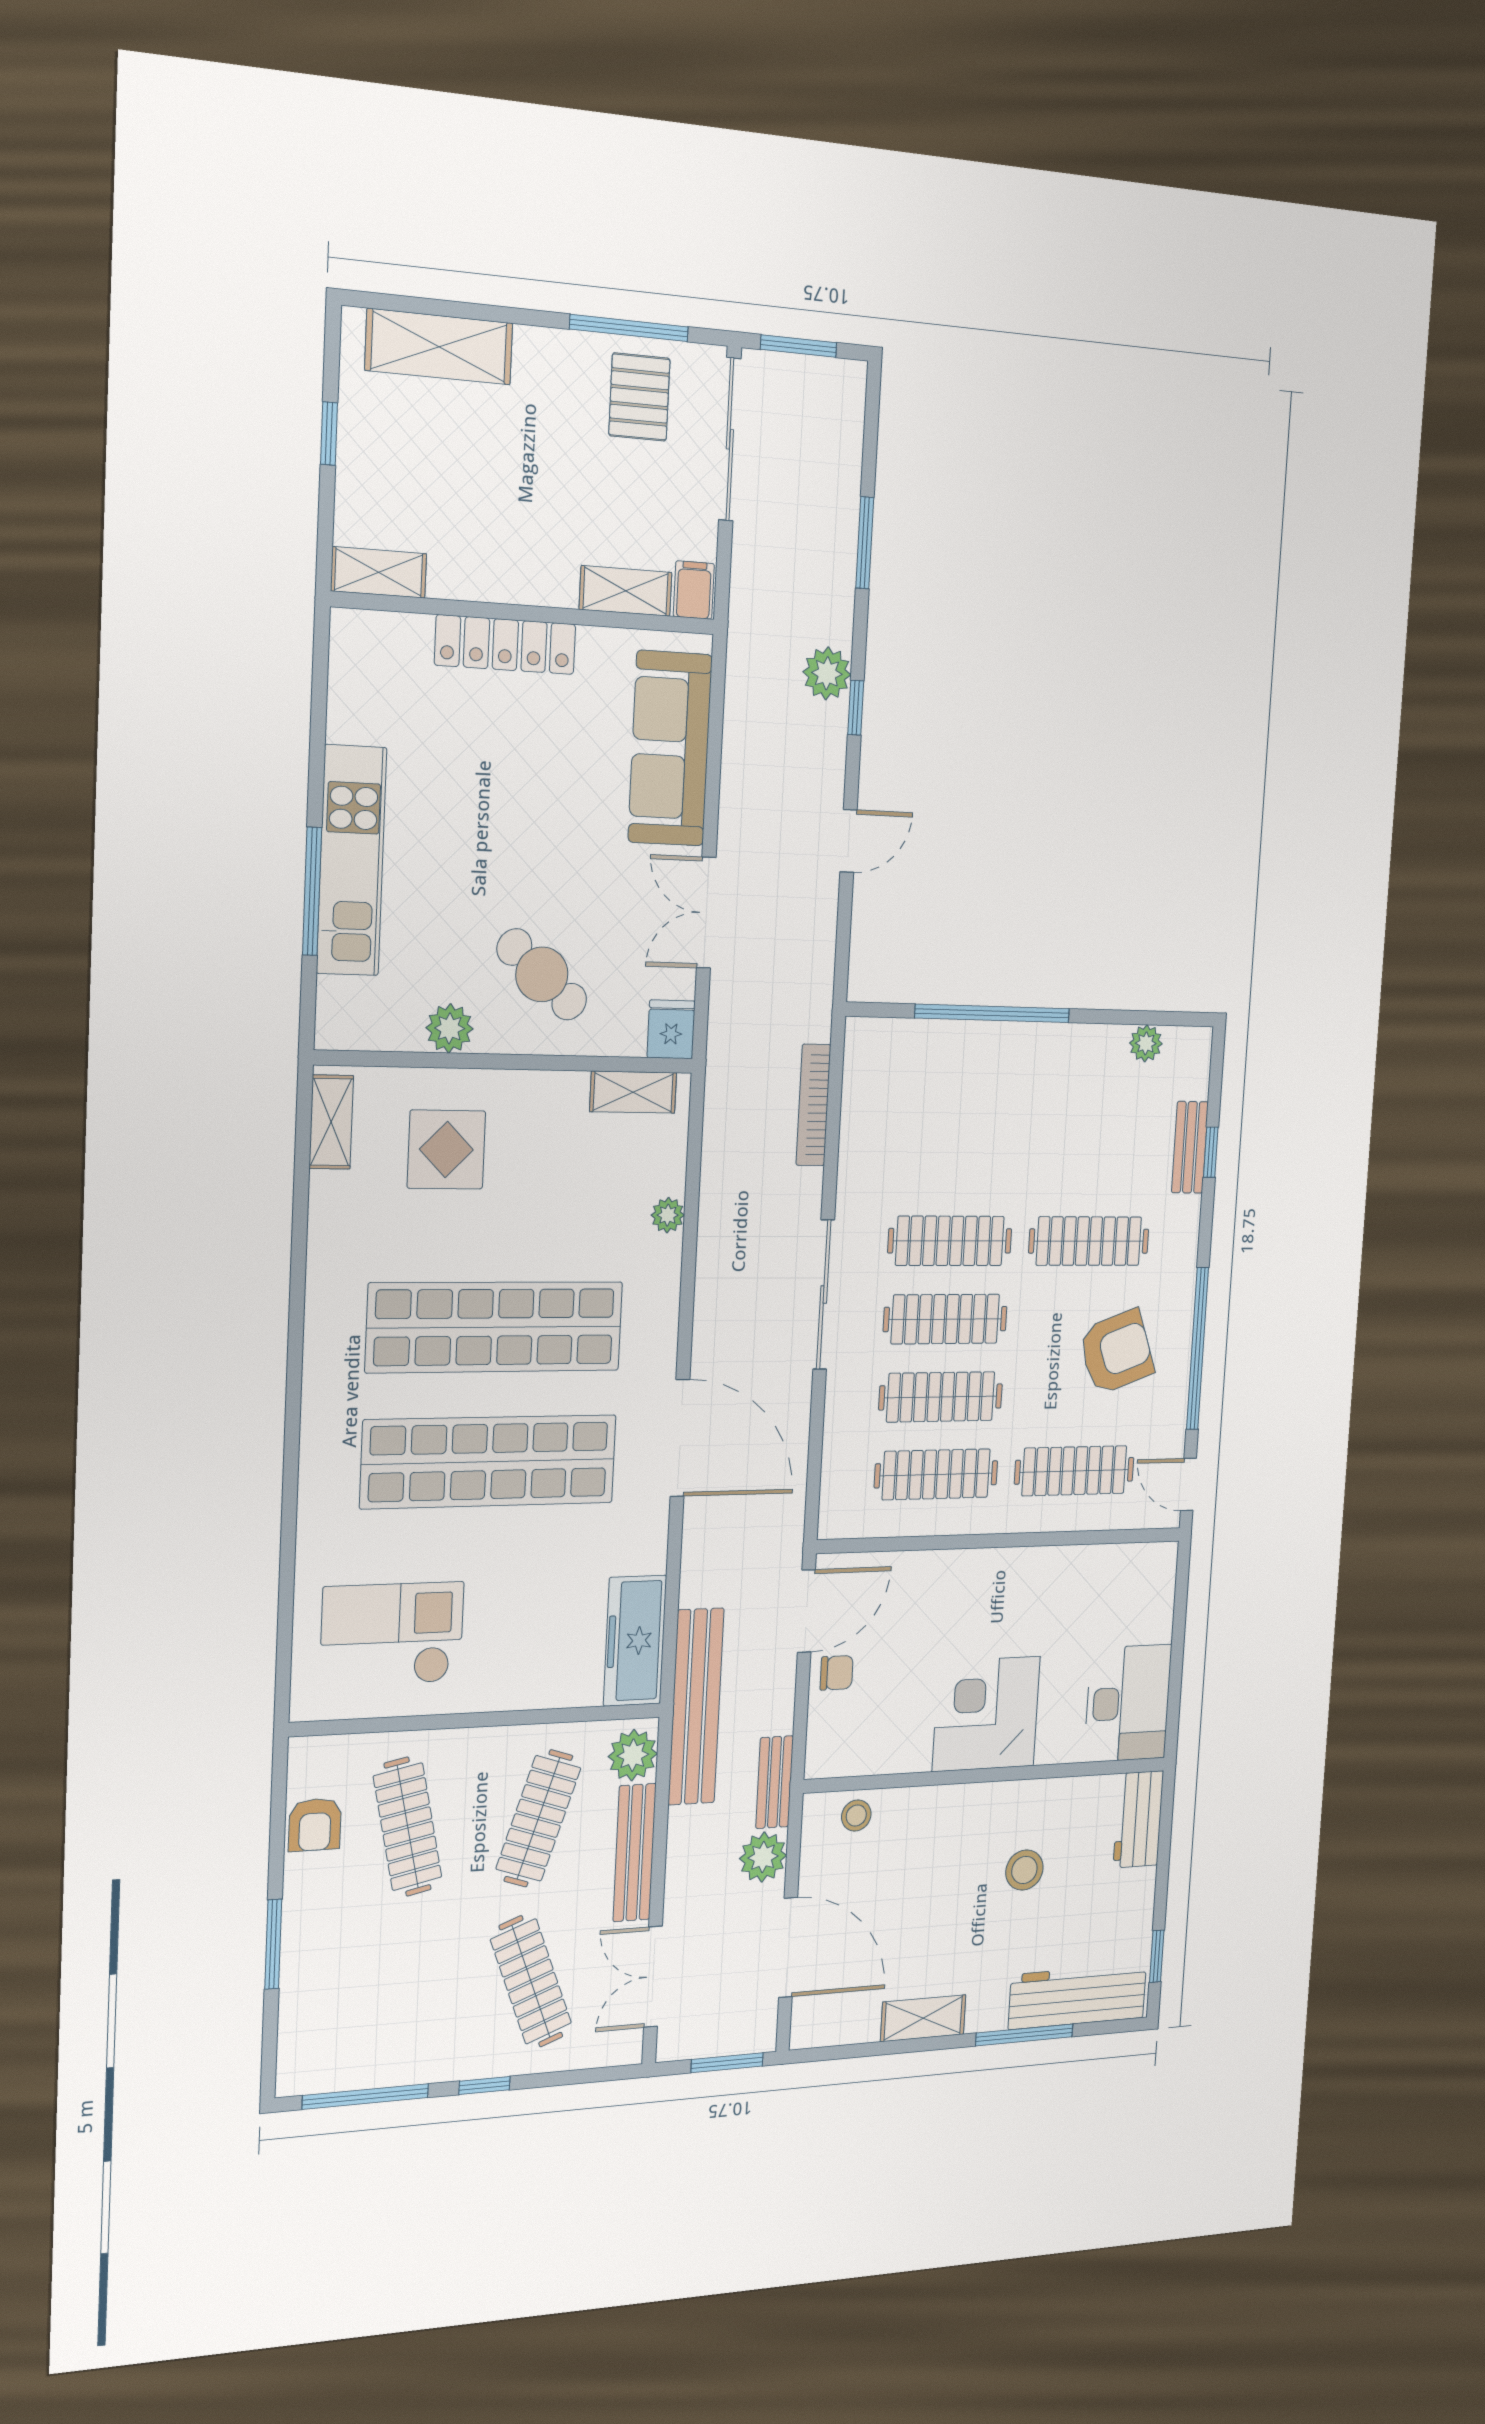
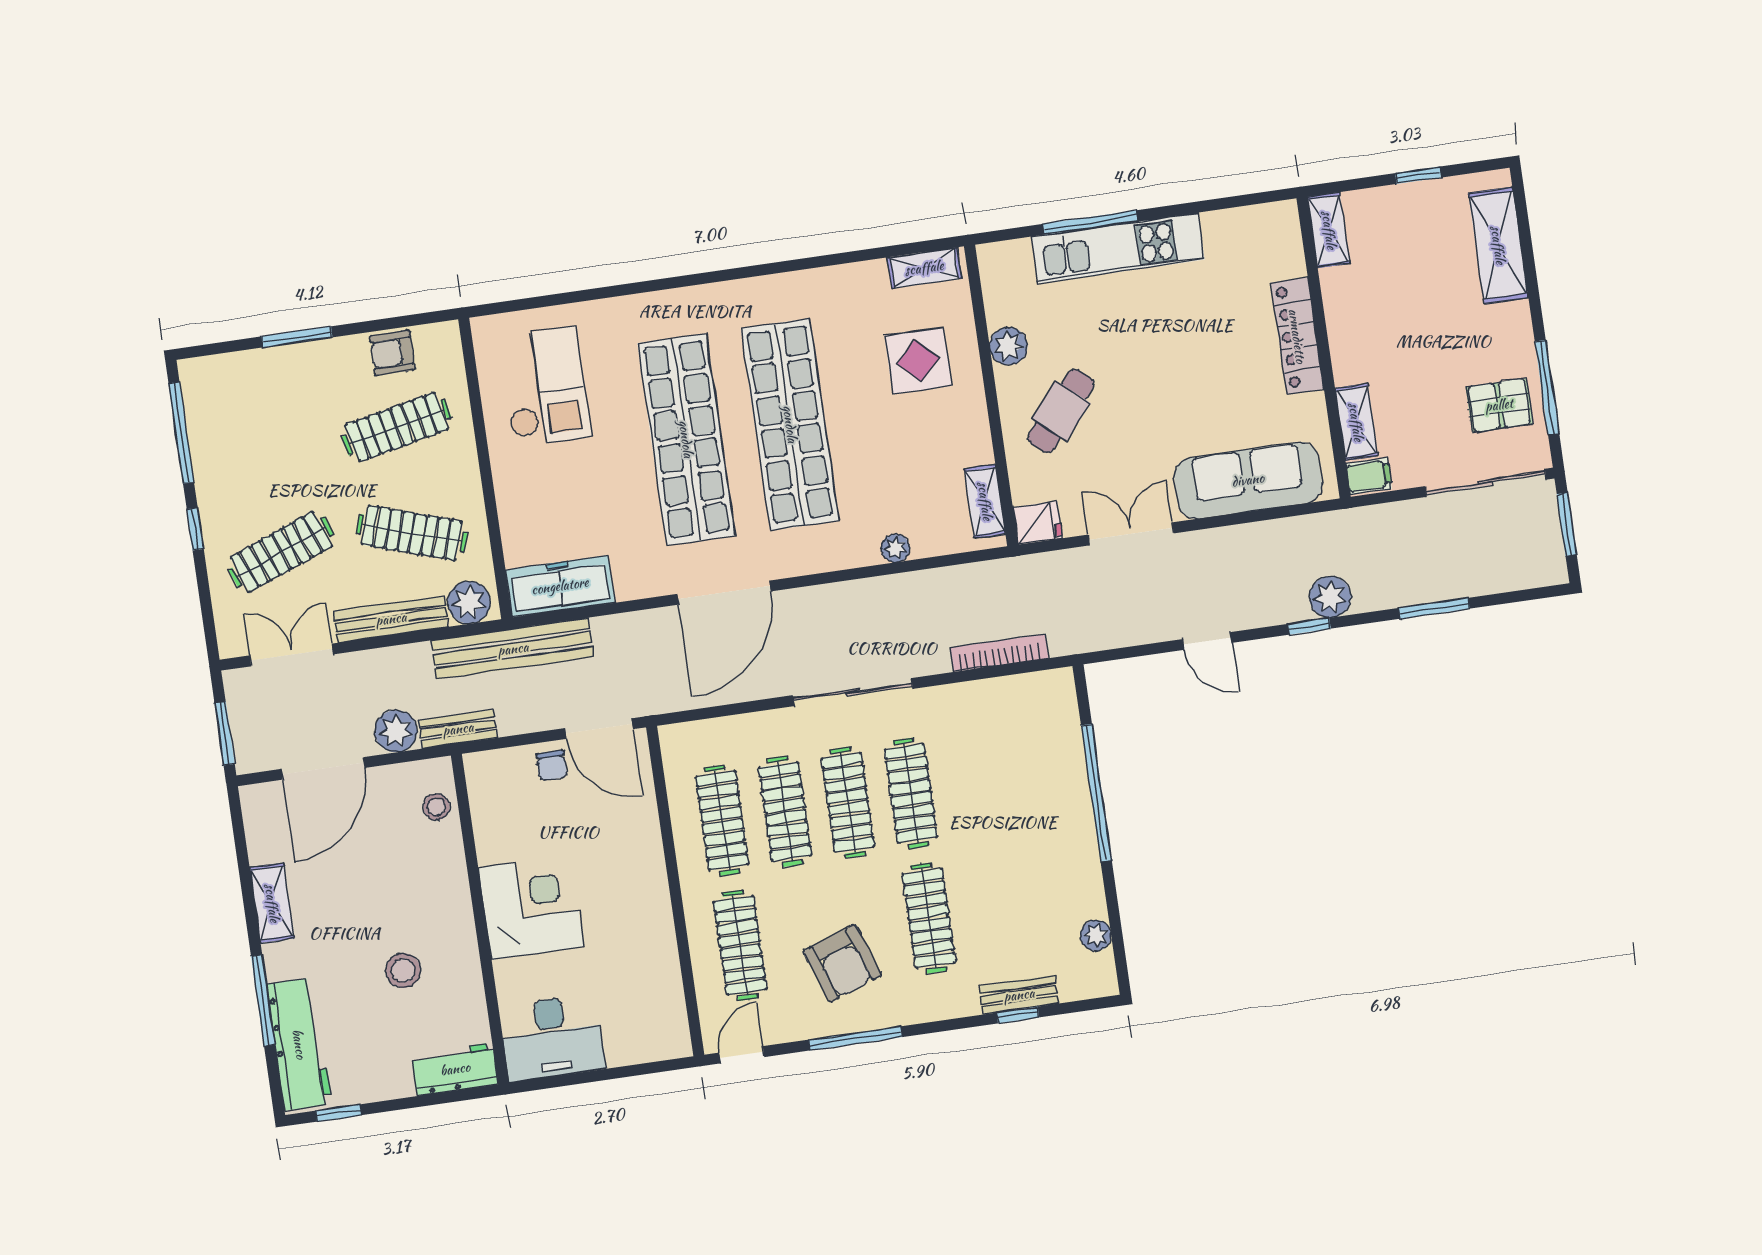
window: (1198, 1349) -> (855, 1038), width x0.68

